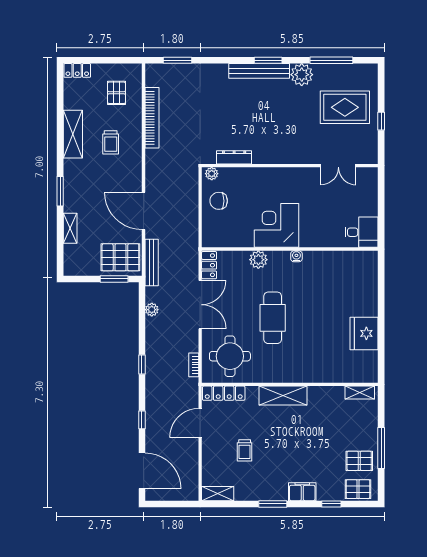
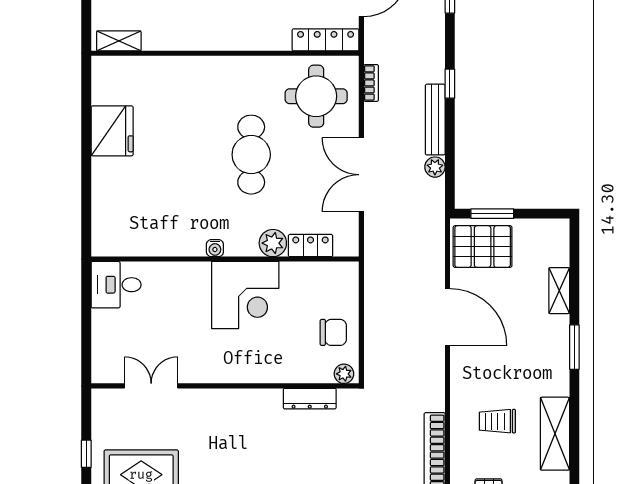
trolley: (111, 142) -> (497, 421), turned -90
bench: (152, 262) -> (435, 120), moved
locker: (209, 265) -> (310, 246), moved, turned 90
shelving: (283, 395) -> (235, 36), removed

